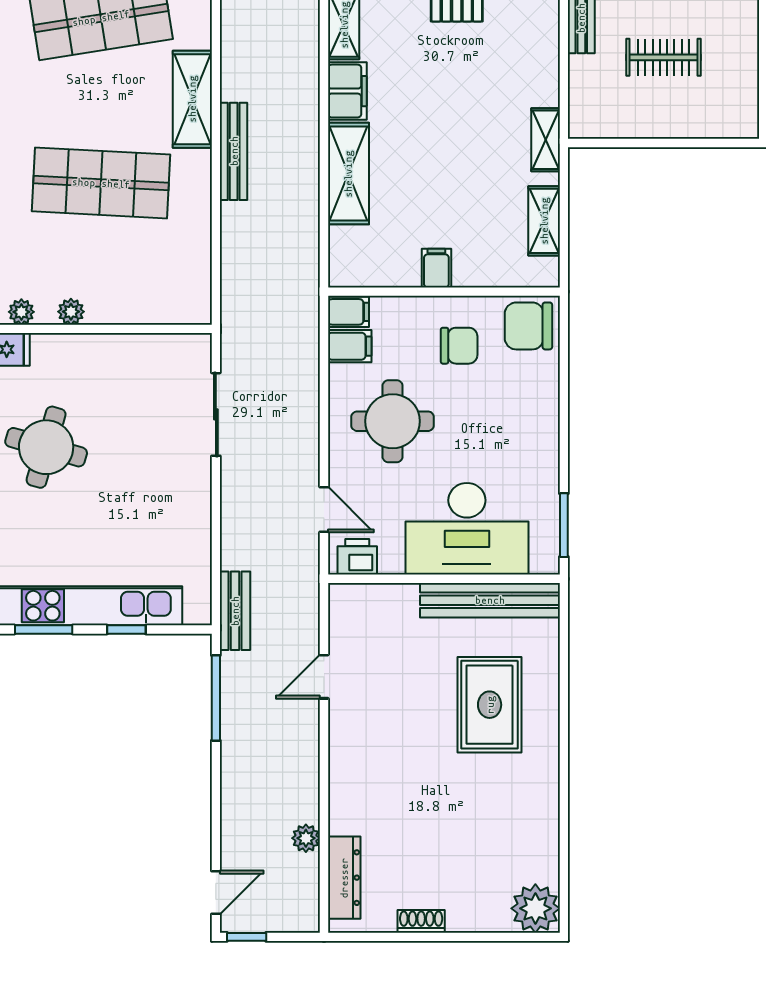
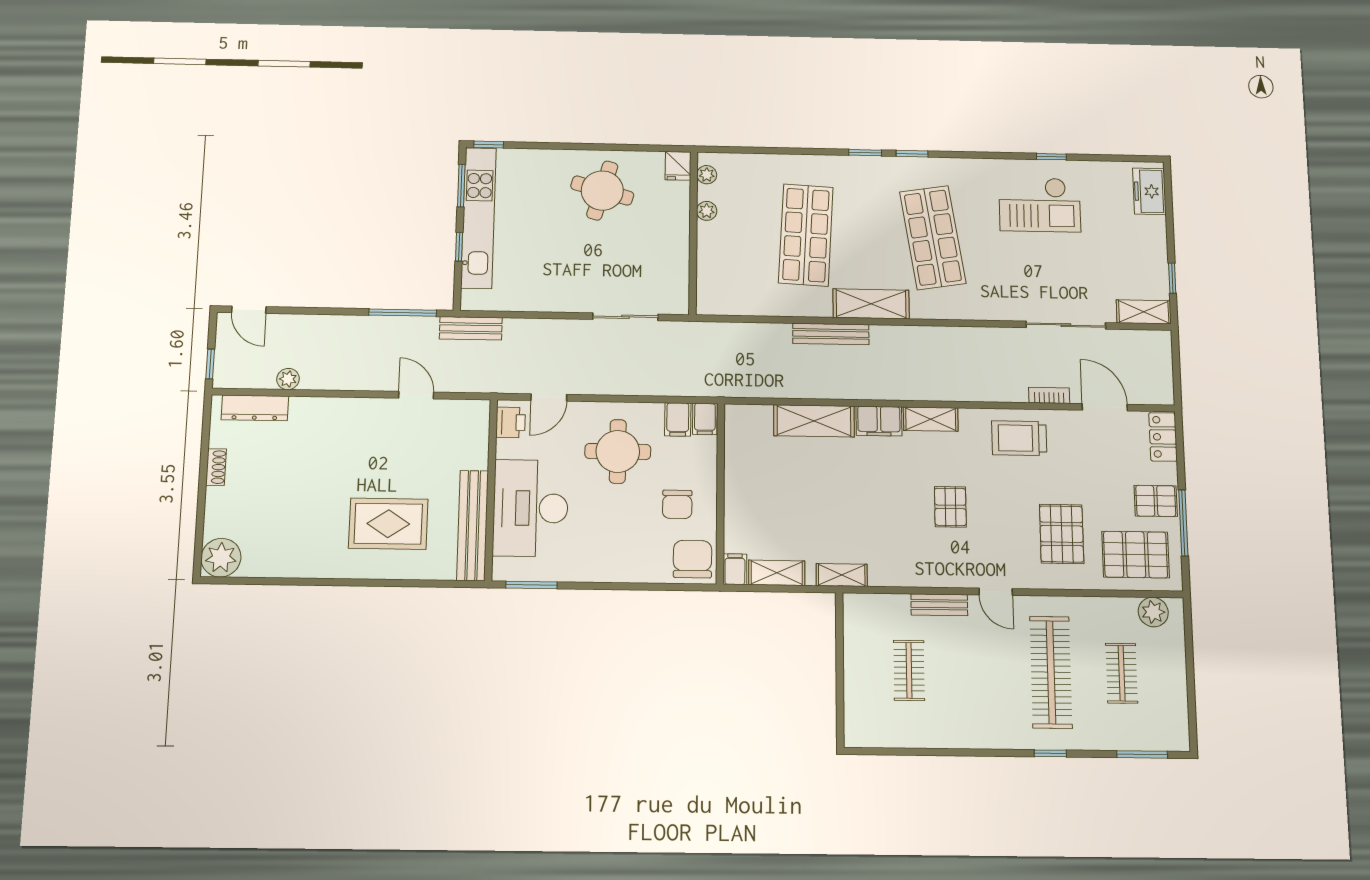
filing cabinet: (436, 268) -> (735, 569), moved, turned -90
window: (247, 937) -> (210, 364), moved

